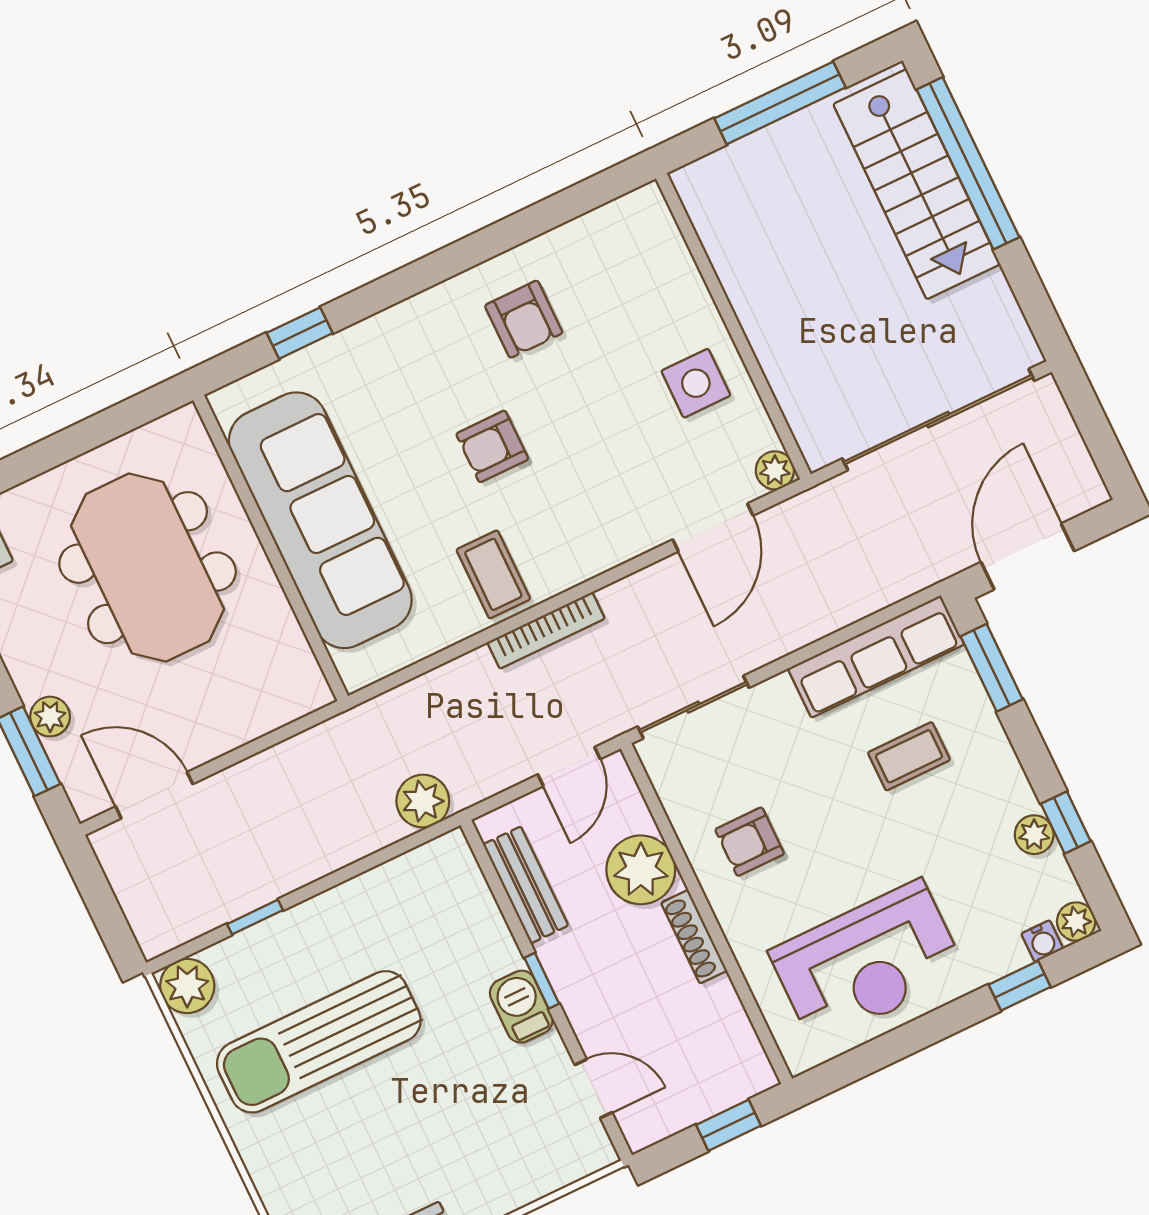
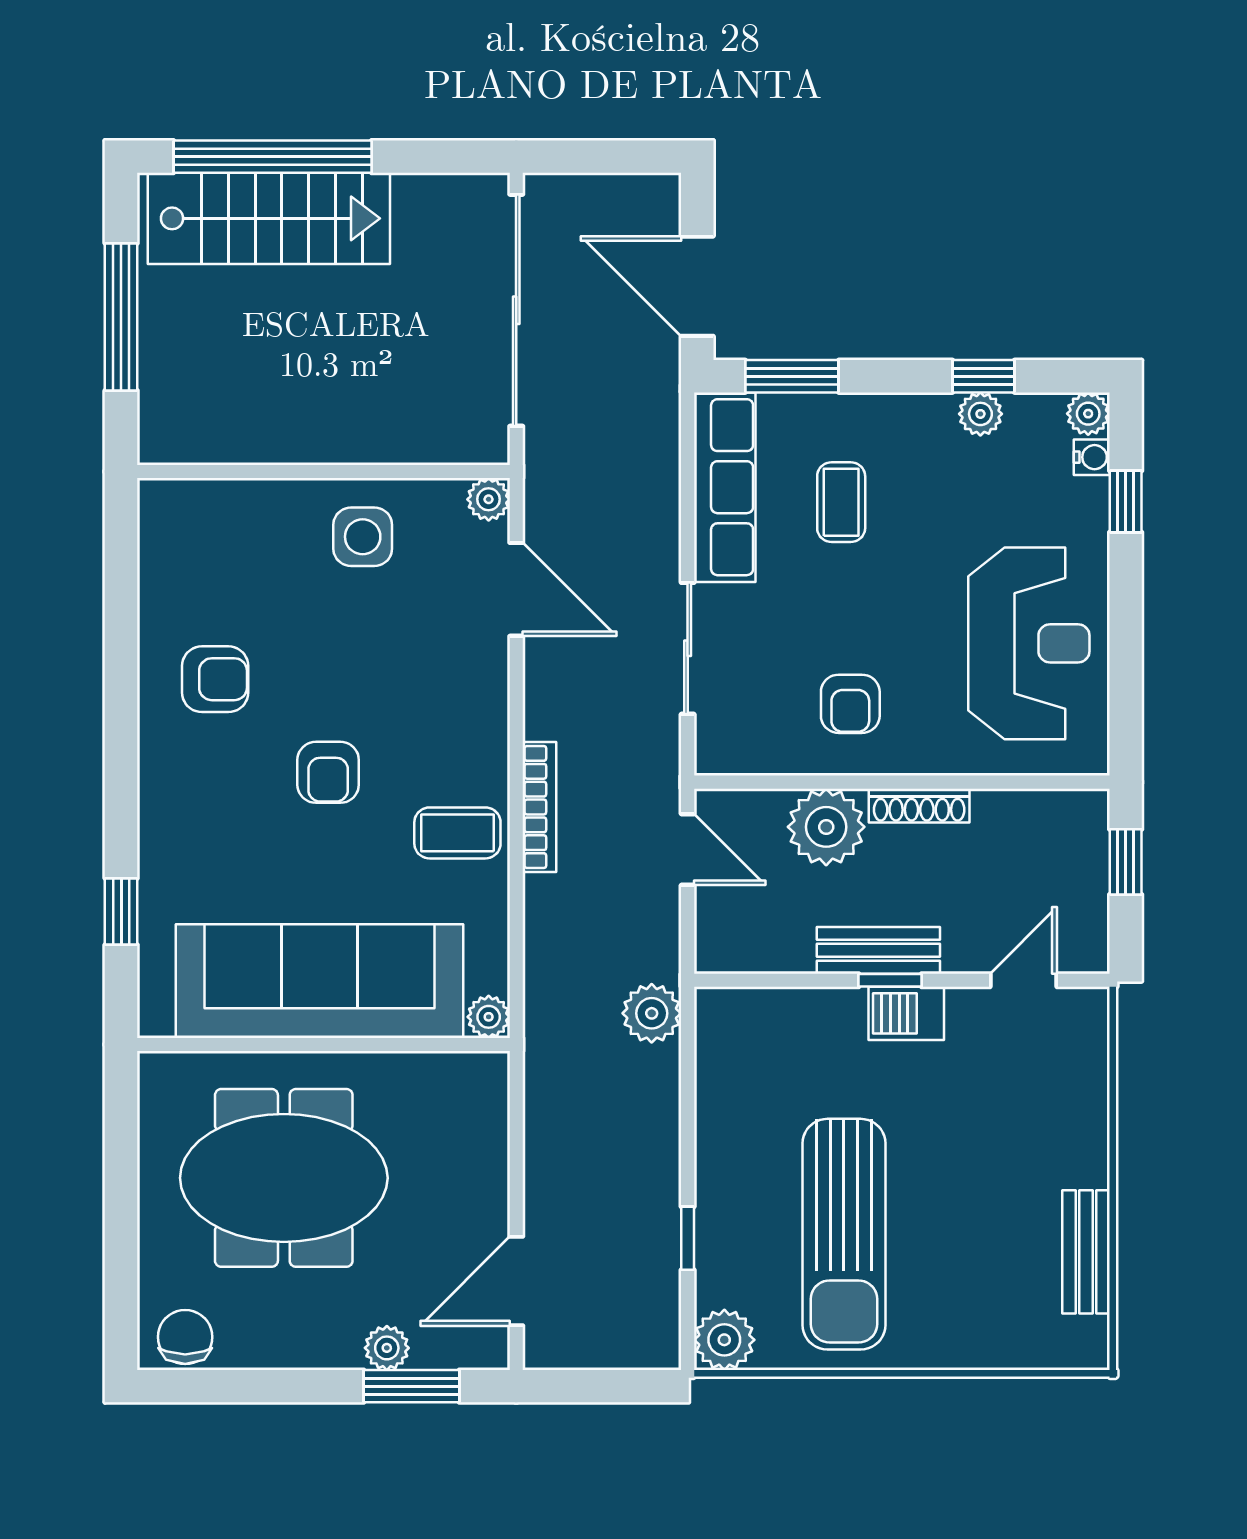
plant: (357, 671) -> (489, 1017), added
sliding door: (693, 707) -> (688, 648), moved
bench: (526, 885) -> (878, 950), moved

